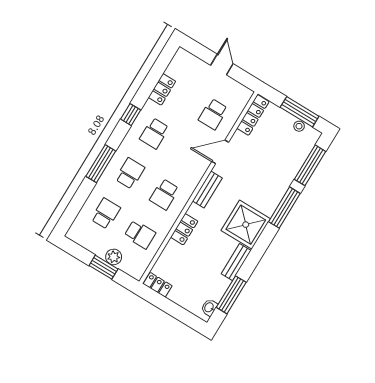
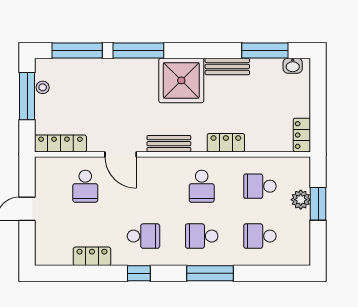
school desk: (213, 114) -> (85, 186), turned 90
school desk: (164, 194) -> (202, 186), turned 90
school desk: (140, 234) -> (260, 186), turned -90

